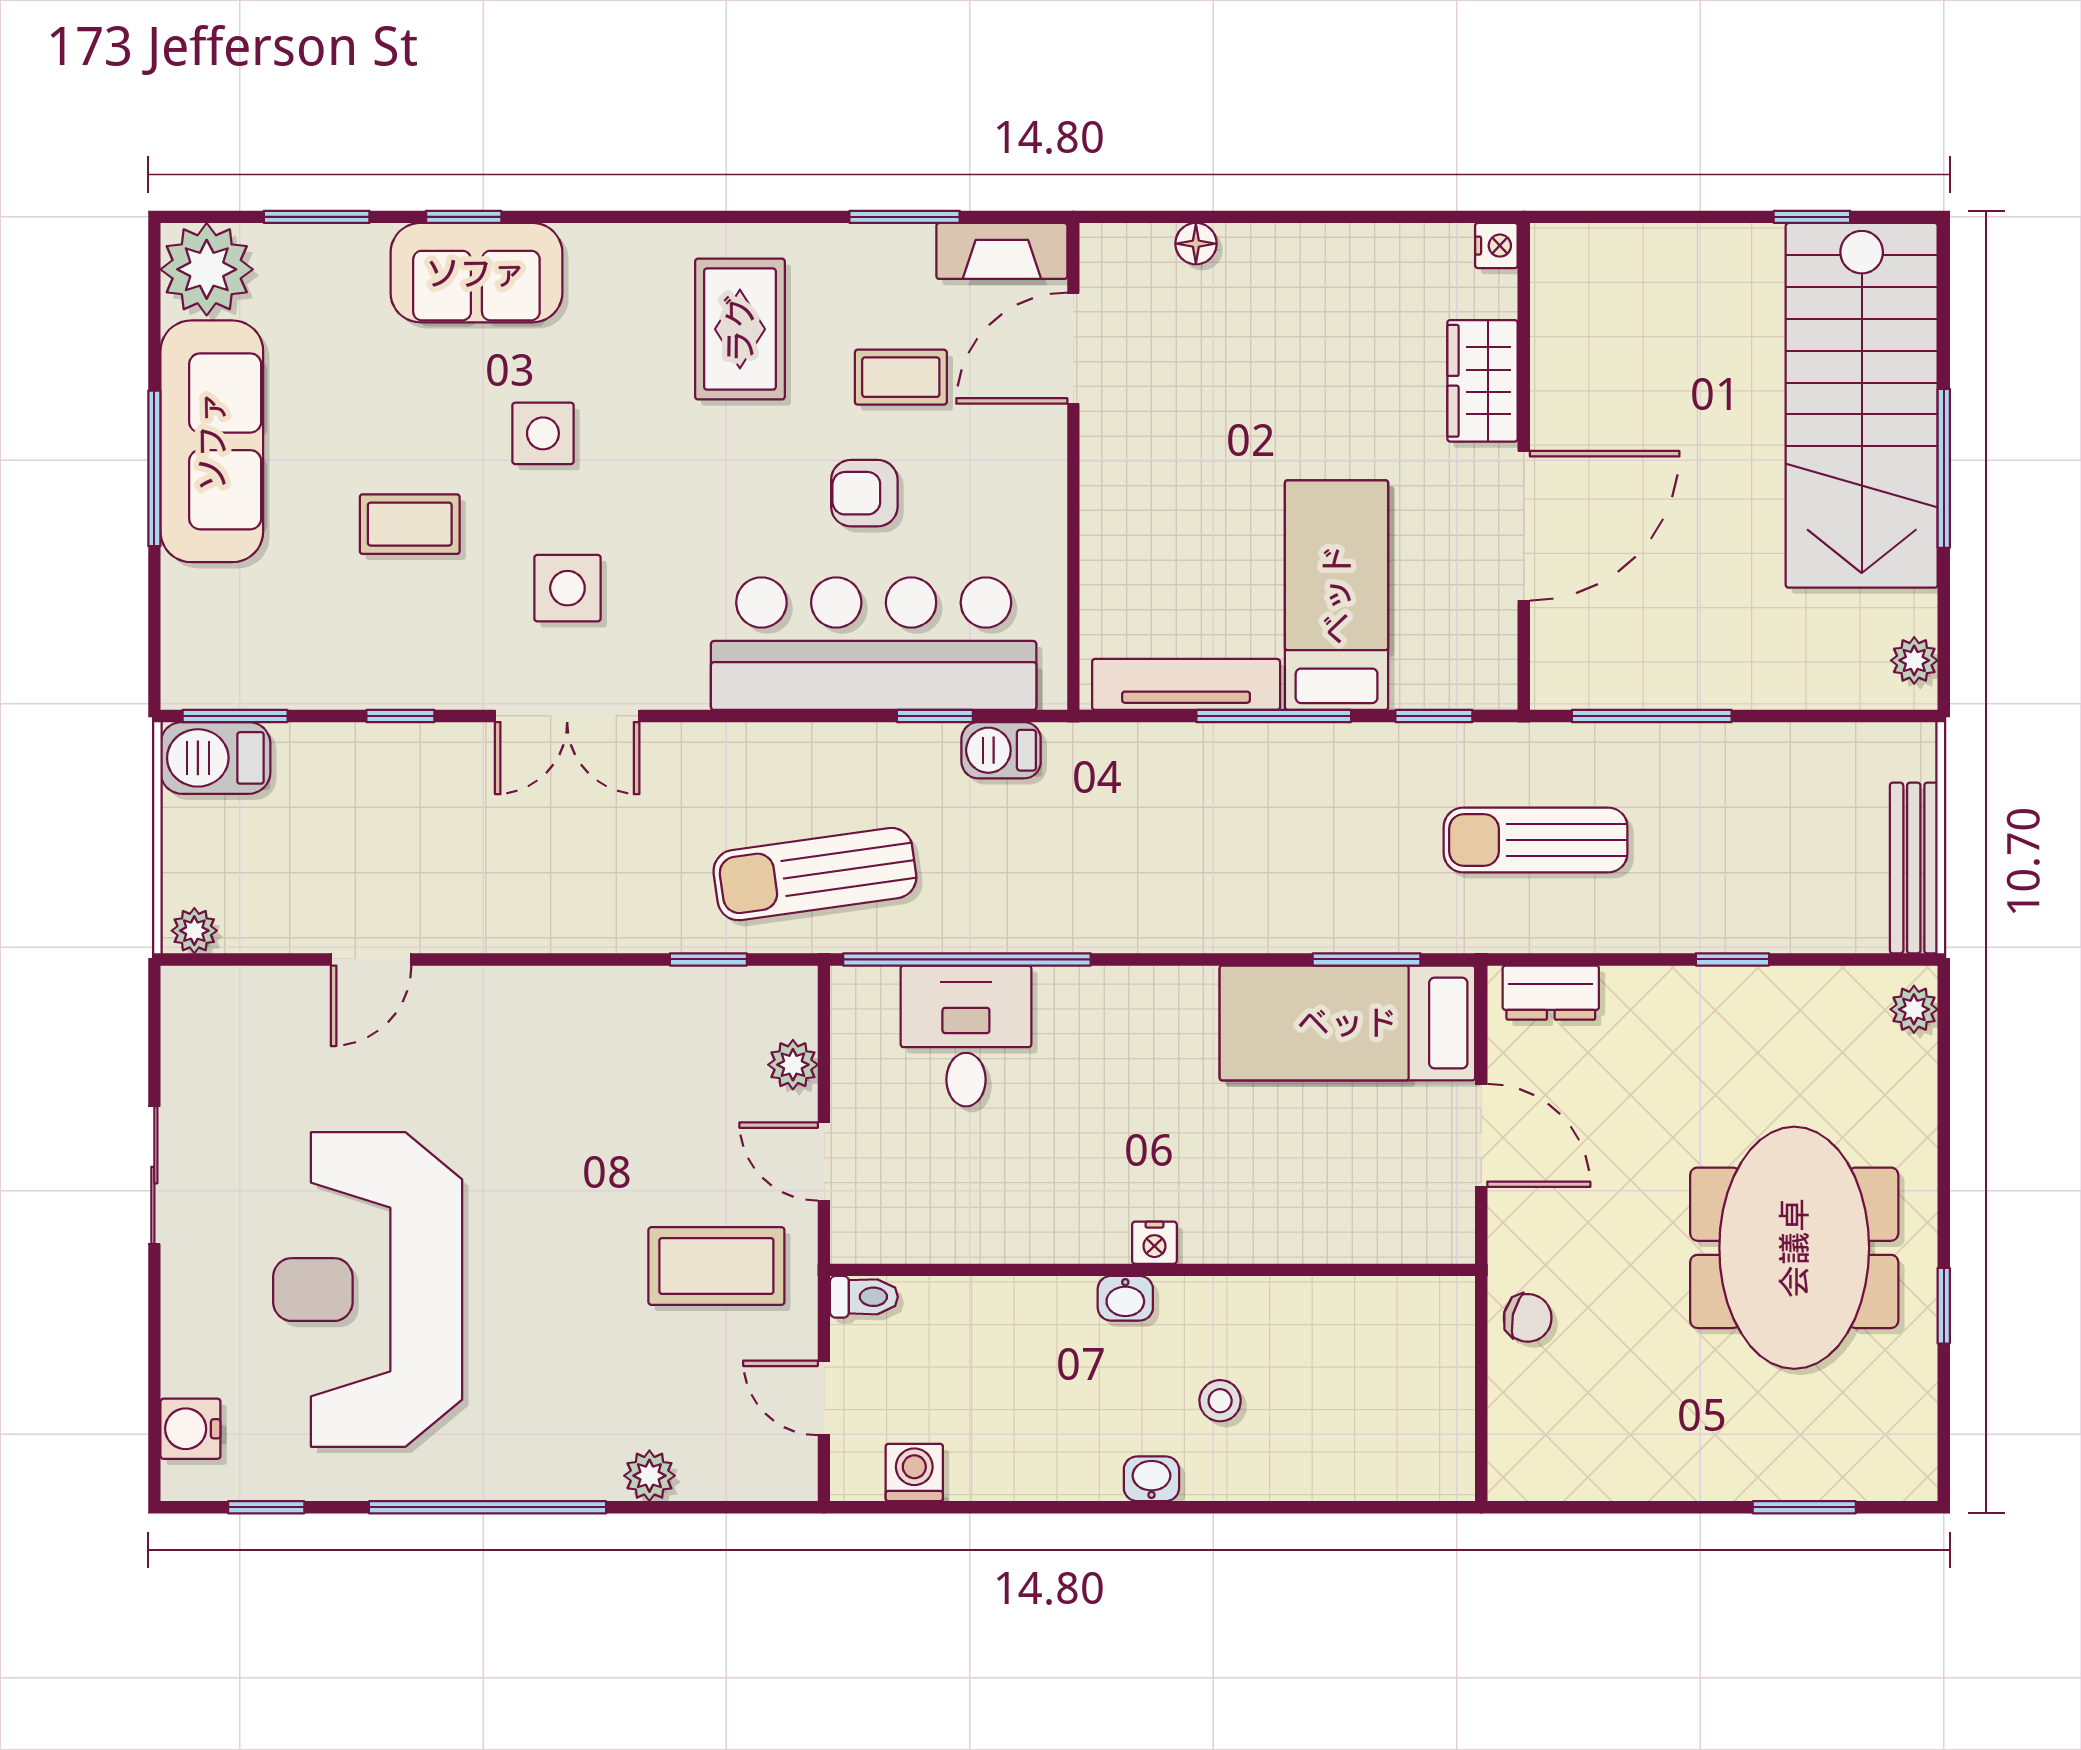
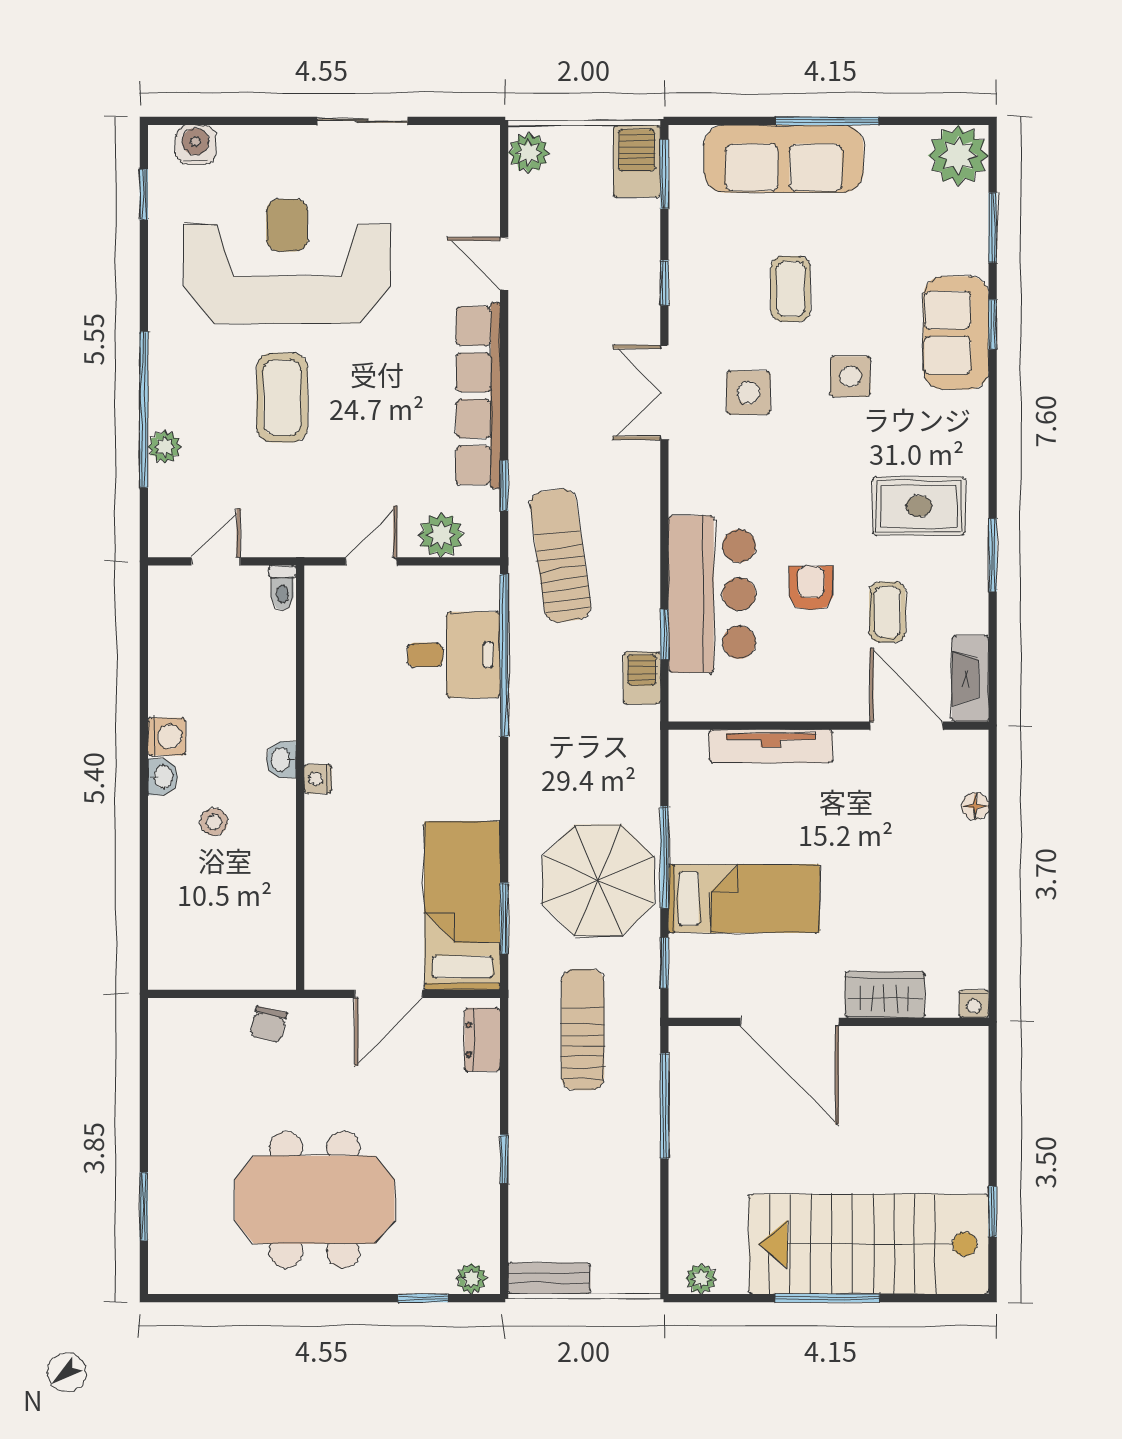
window: (905, 217) -> (993, 555), moved
sofa: (212, 441) -> (784, 159), moved
bar counter: (874, 644) -> (712, 594), width x0.73
tv unit: (1186, 684) -> (771, 746), moved, turned 90
parasol: (1308, 817) -> (598, 880), added
bench: (1914, 868) -> (549, 1278), width x0.73
plant: (194, 931) -> (529, 153), width x1.38, depth x1.38
row of seats: (572, 999) -> (478, 396), added
plant: (793, 1065) -> (441, 535), width x1.38, depth x1.38
coffee table: (716, 1266) -> (282, 398), moved
window: (1944, 1306) -> (423, 1298), moved
washing machine: (914, 1472) -> (167, 737), moved
window: (488, 1507) -> (144, 410), moved

